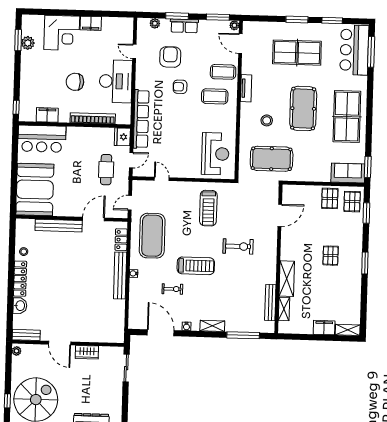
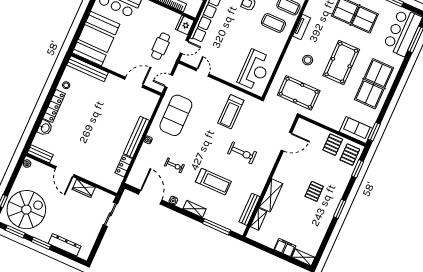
bench: (59, 226) -> (87, 69), moved
locker: (121, 240) -> (124, 166), moved
treadmill: (196, 266) -> (213, 182), moved

